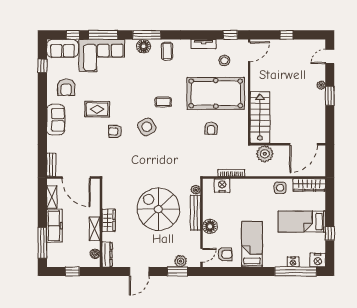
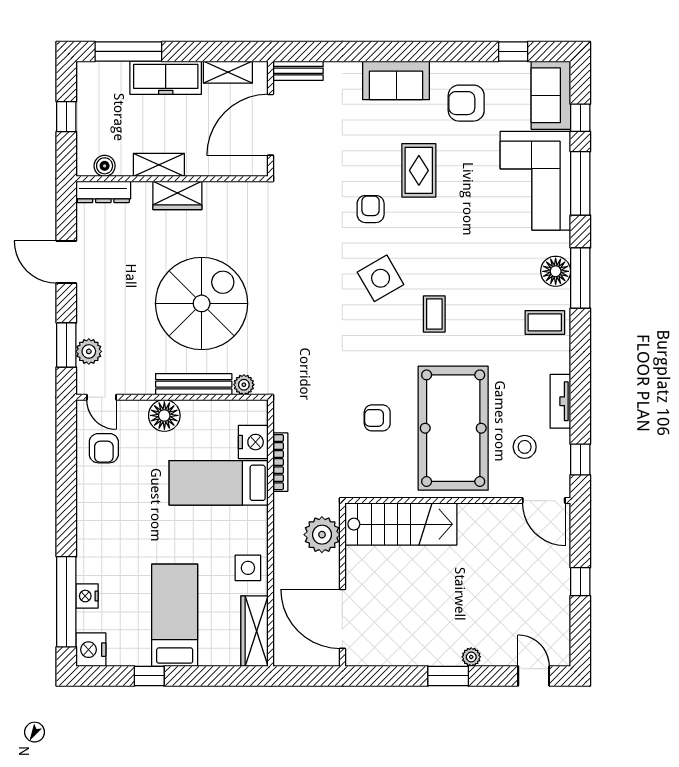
bed: (252, 244) -> (219, 483), moved, turned 180

